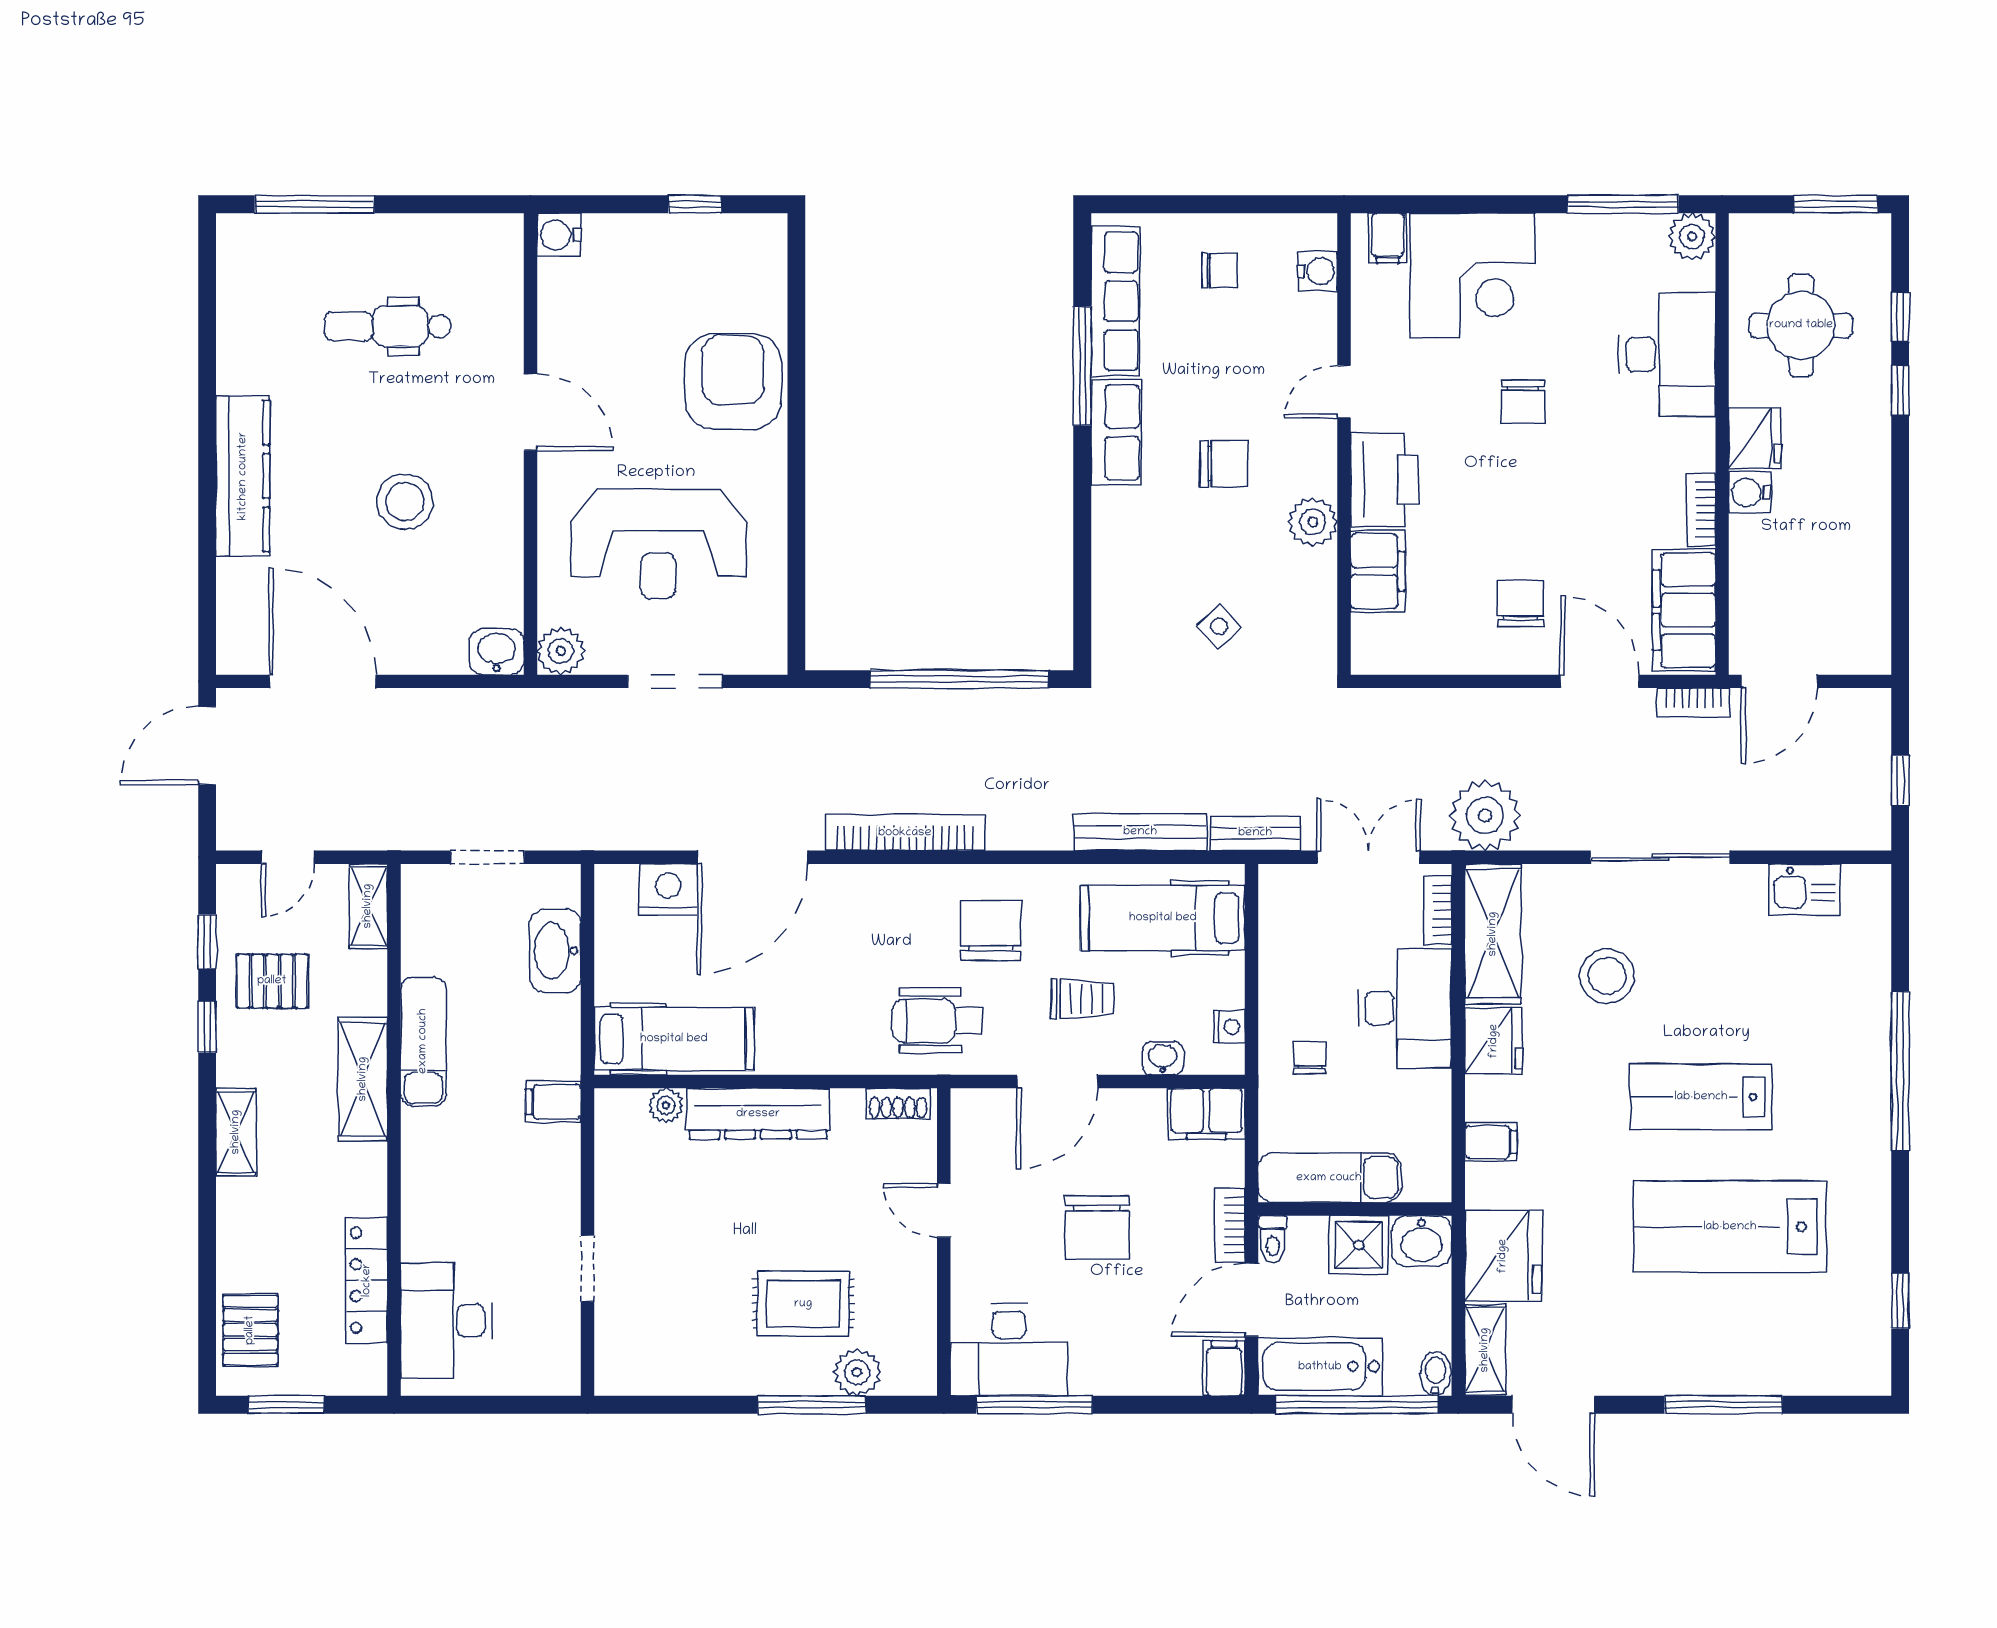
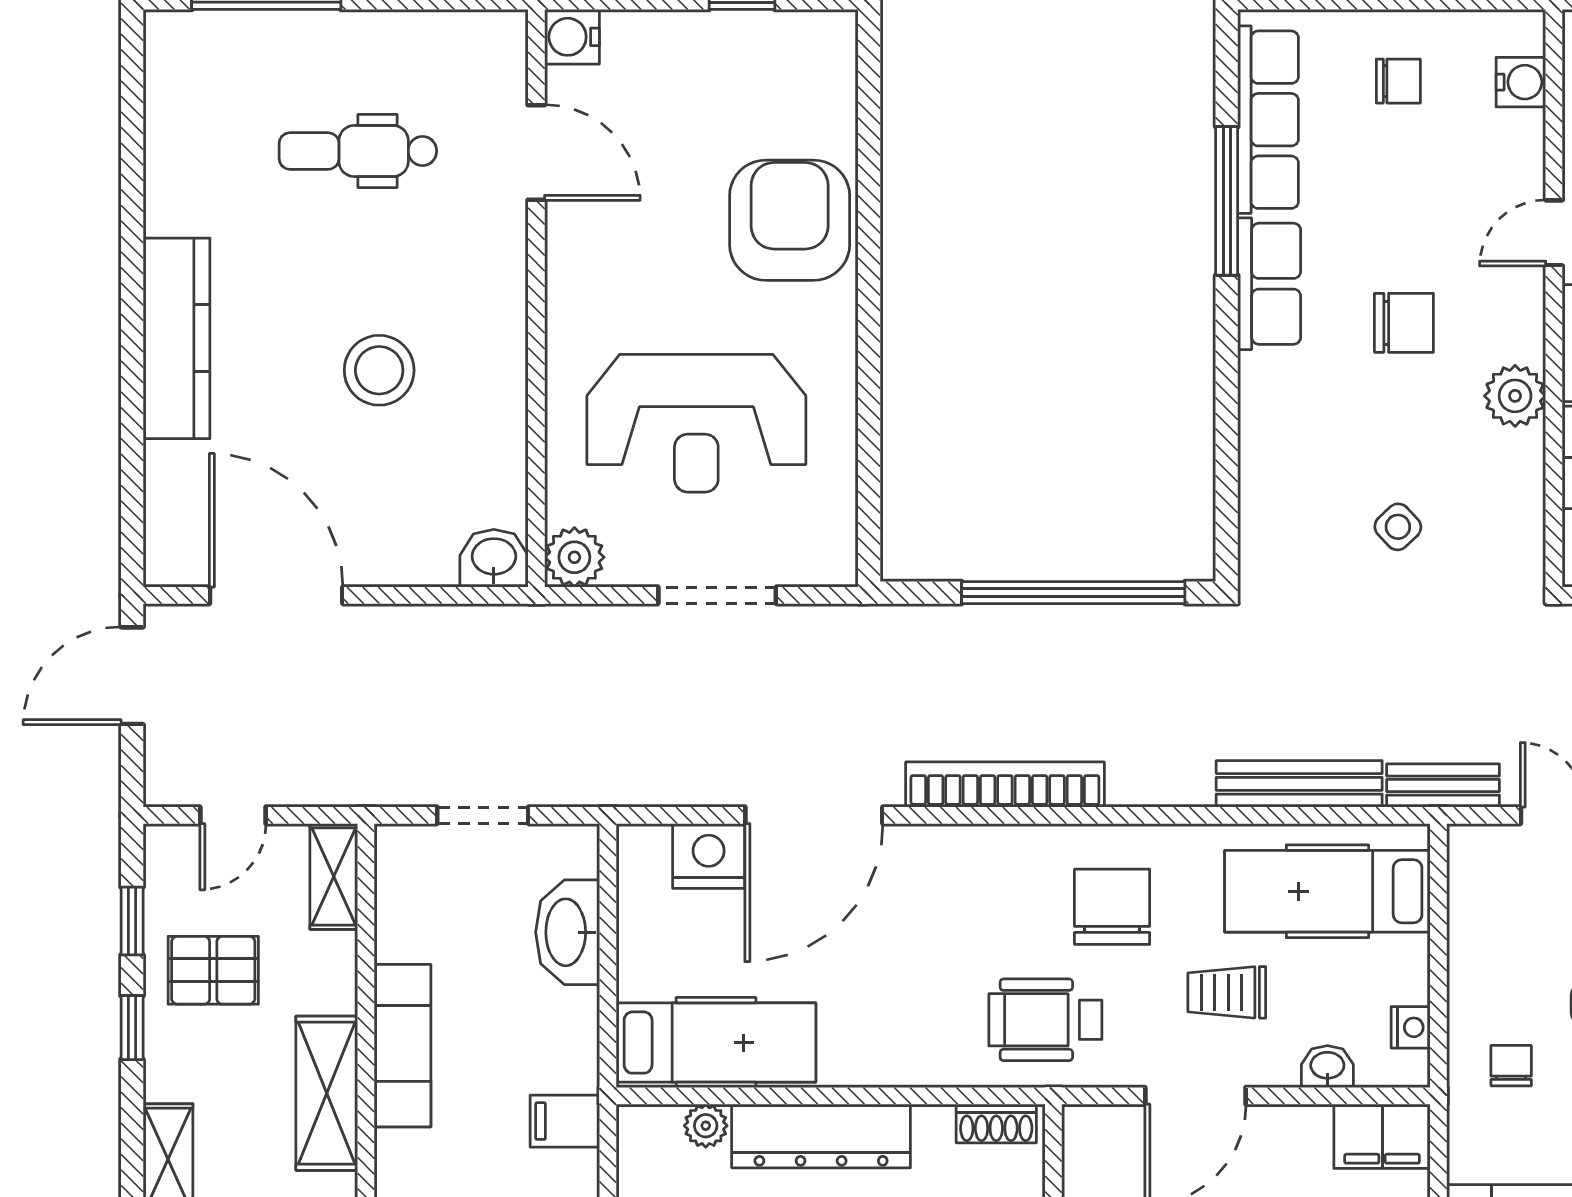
door: (530, 412) -> (536, 152), moved
trolley: (1082, 999) -> (1227, 992), turned 180

